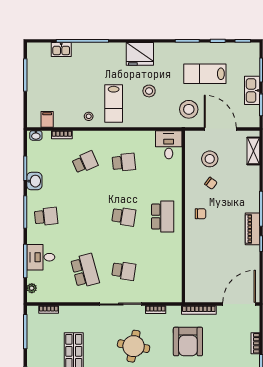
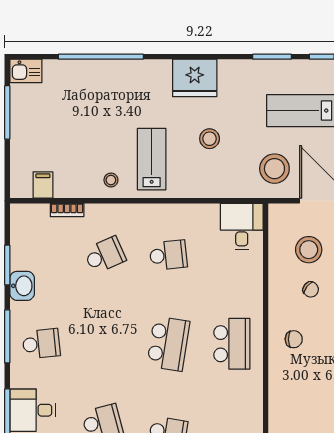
kitchen sink: (61, 50) -> (26, 71), moved
lab bench: (114, 104) -> (152, 159), turned 180
washbasin: (36, 135) -> (25, 211), removed
school desk: (124, 216) -> (168, 344), width x1.85

